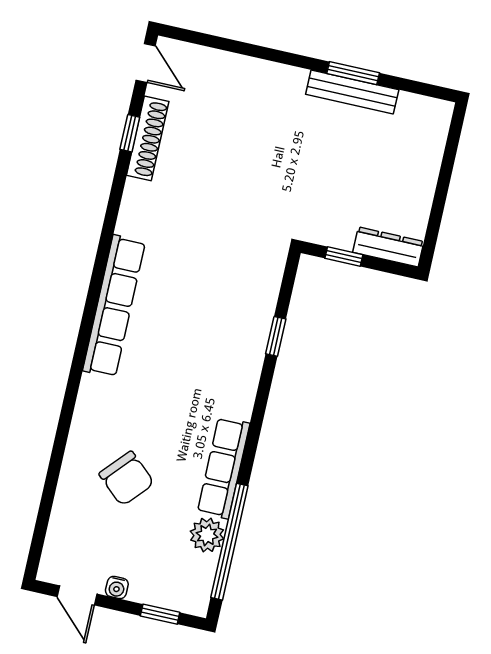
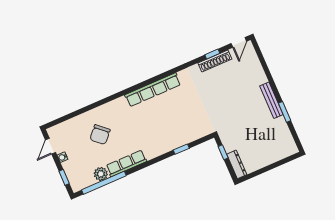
bench: (352, 92) -> (271, 100), moved

